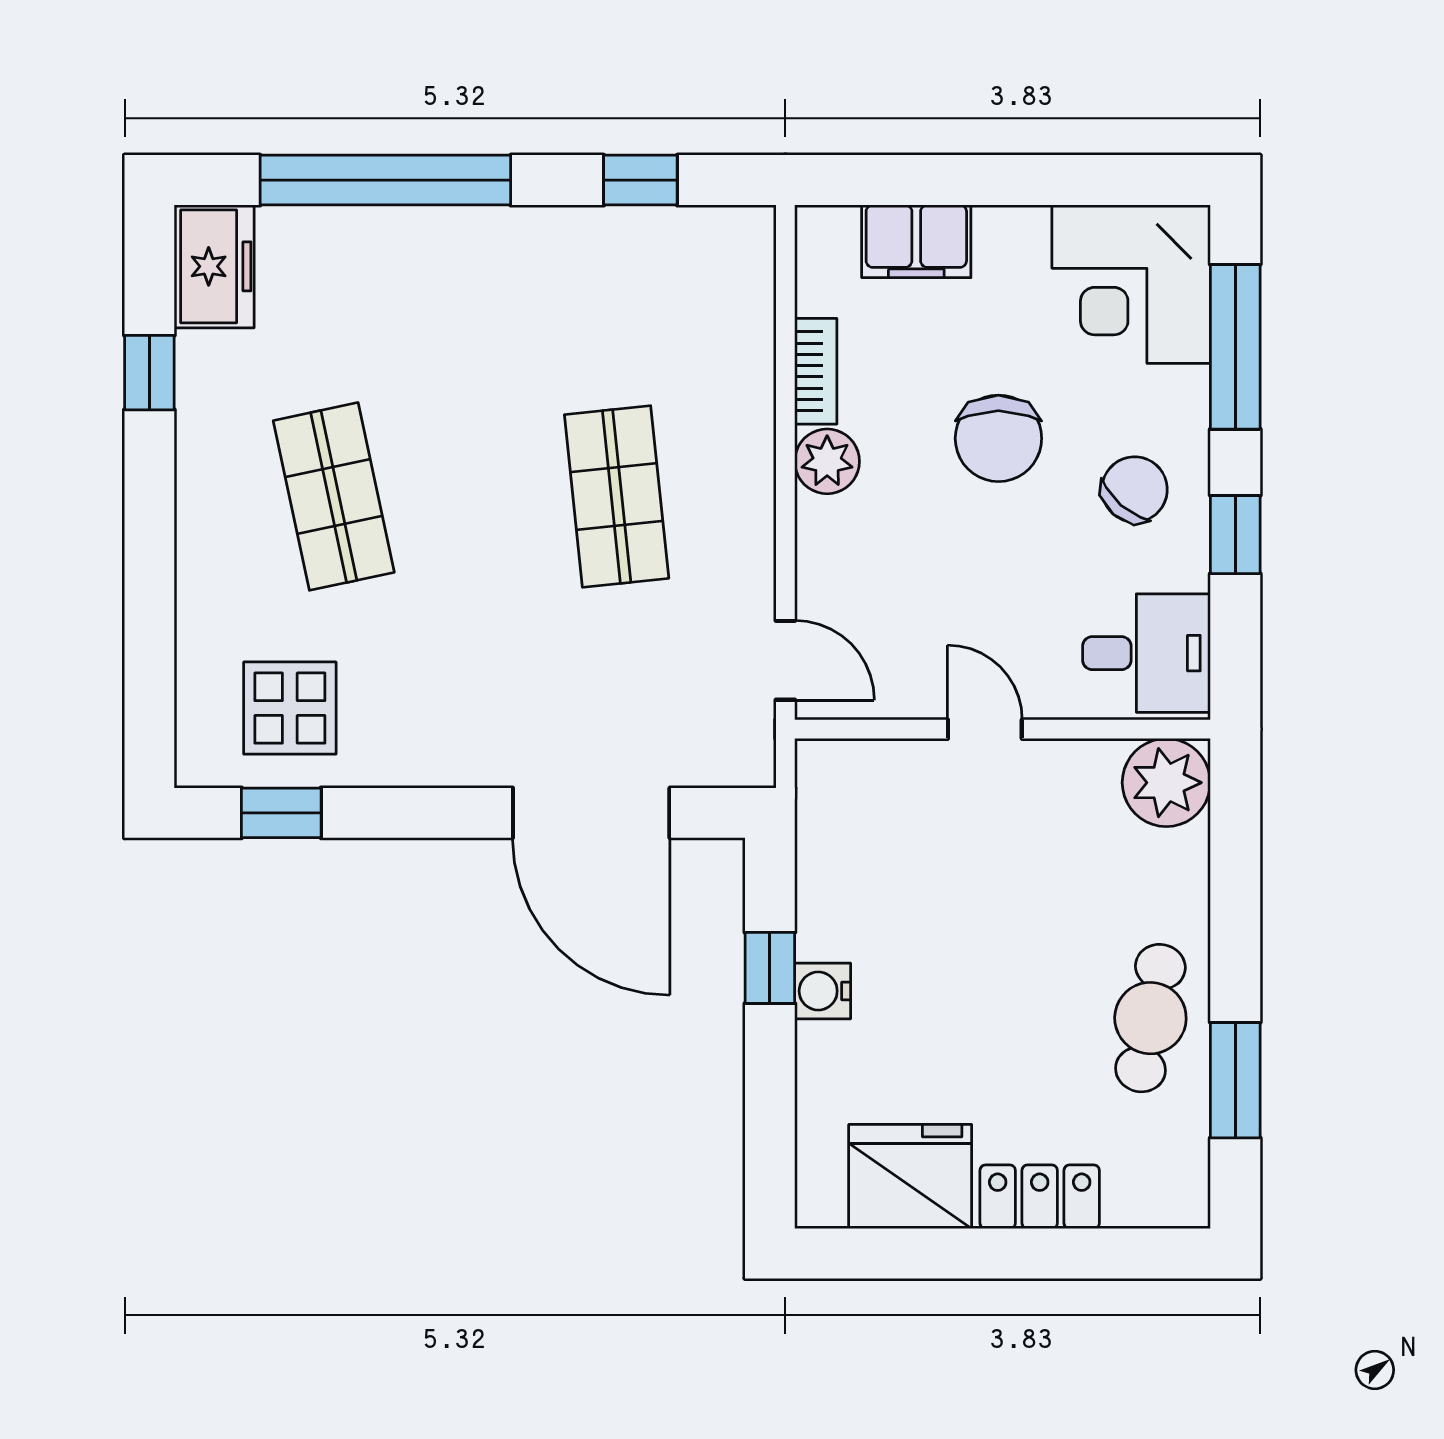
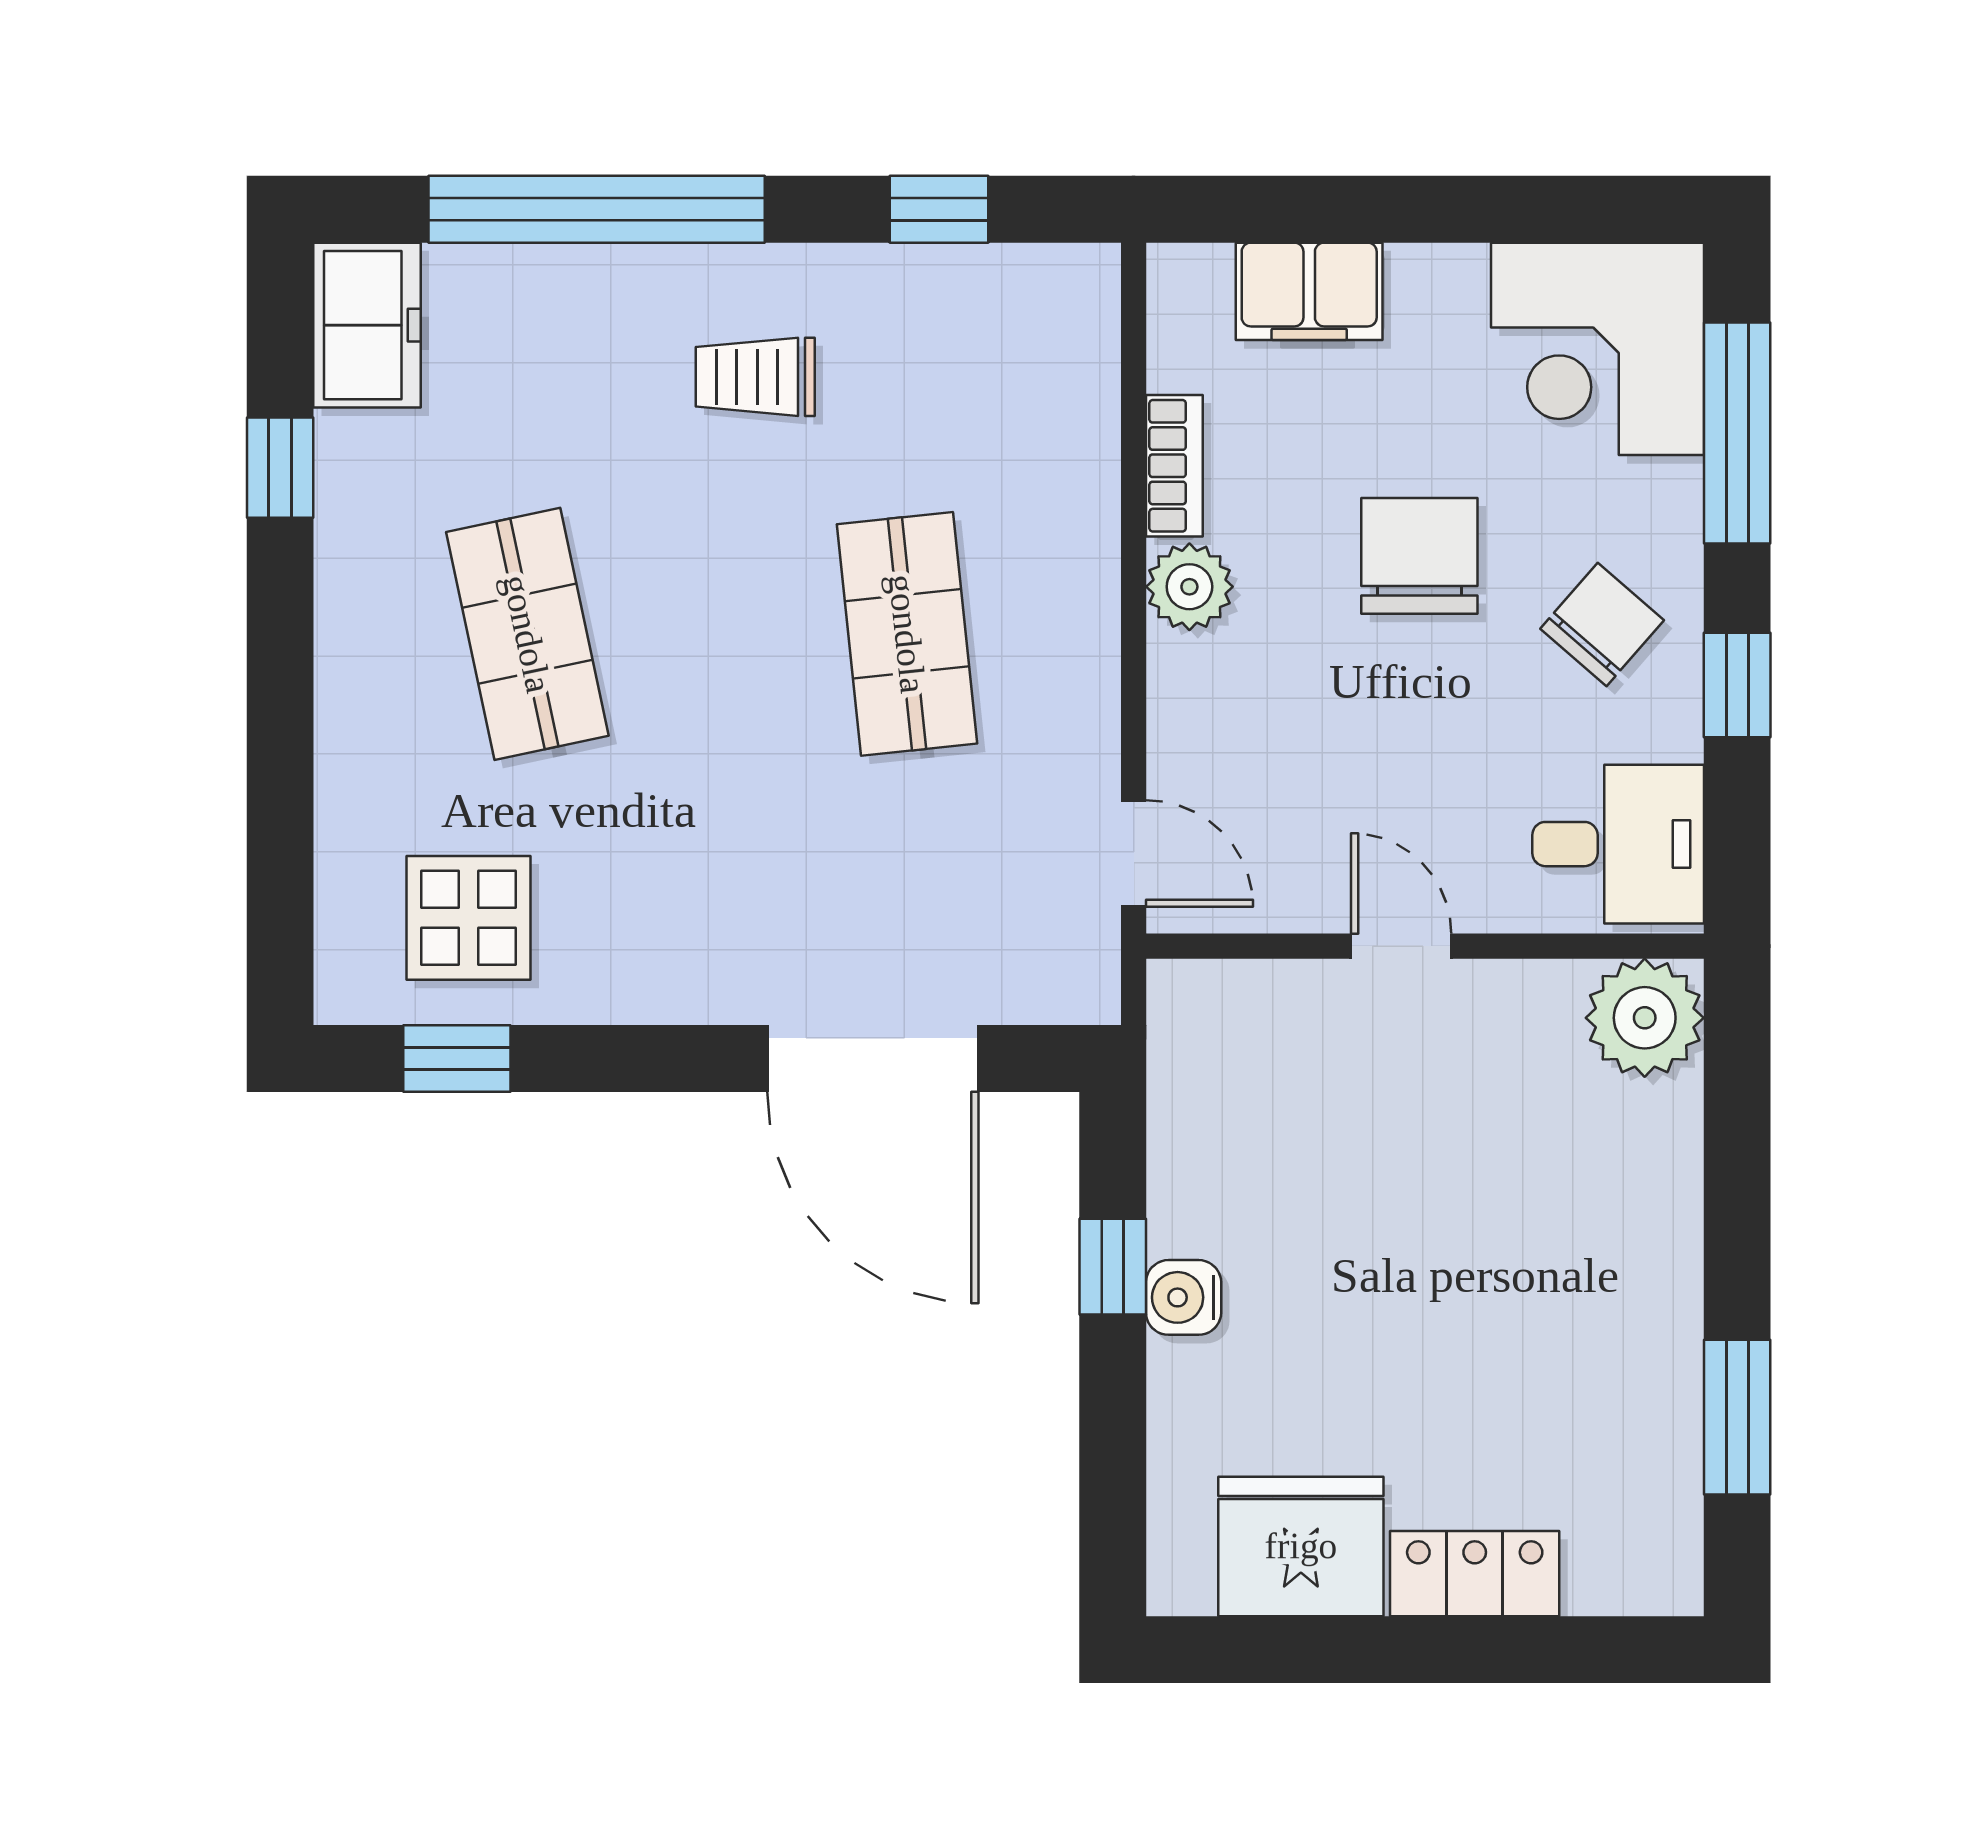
trolley: (504, 305) -> (755, 377), added
chair: (998, 438) -> (1419, 556), turned 180
cafe table: (1150, 1018) -> (1623, 1334), removed

